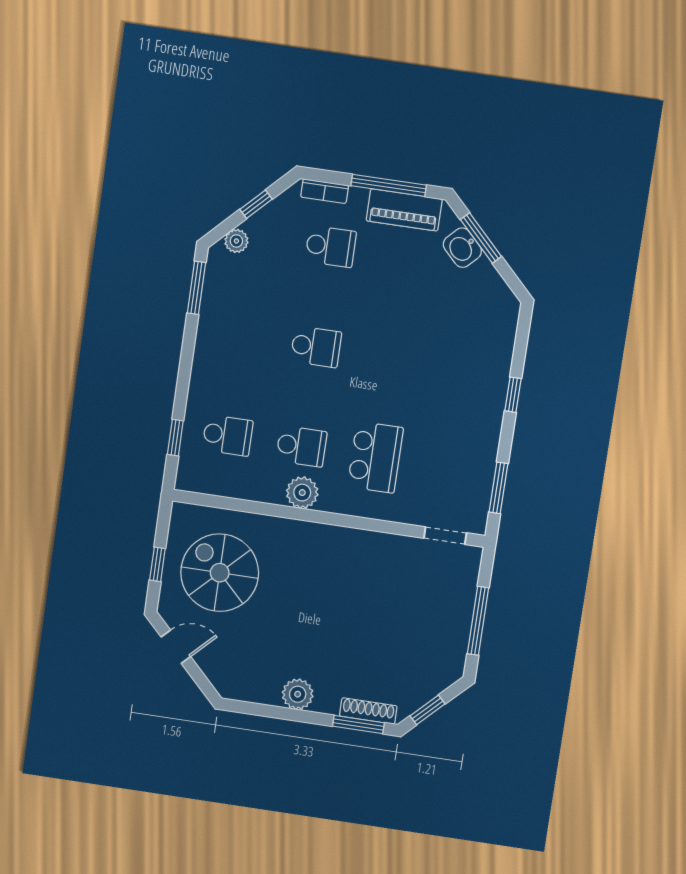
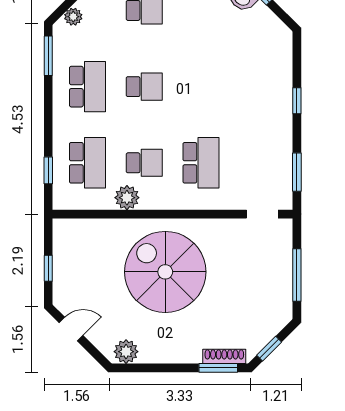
school desk: (242, 336) -> (87, 87), added
school desk: (228, 435) -> (87, 163), width x1.85
plant: (302, 493) -> (127, 198), moved
spiral stairs: (220, 573) -> (165, 272), moved, width x1.37, depth x1.37
plant: (298, 694) -> (126, 352), moved

